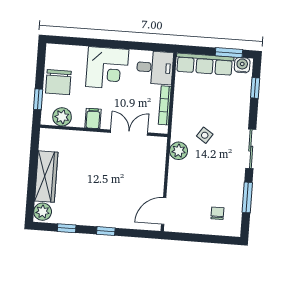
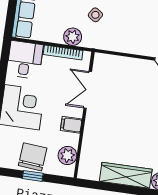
chair: (58, 82) -> (33, 157), turned -85
window: (38, 99) -> (33, 176), moved
plant: (179, 151) -> (73, 37), moved

